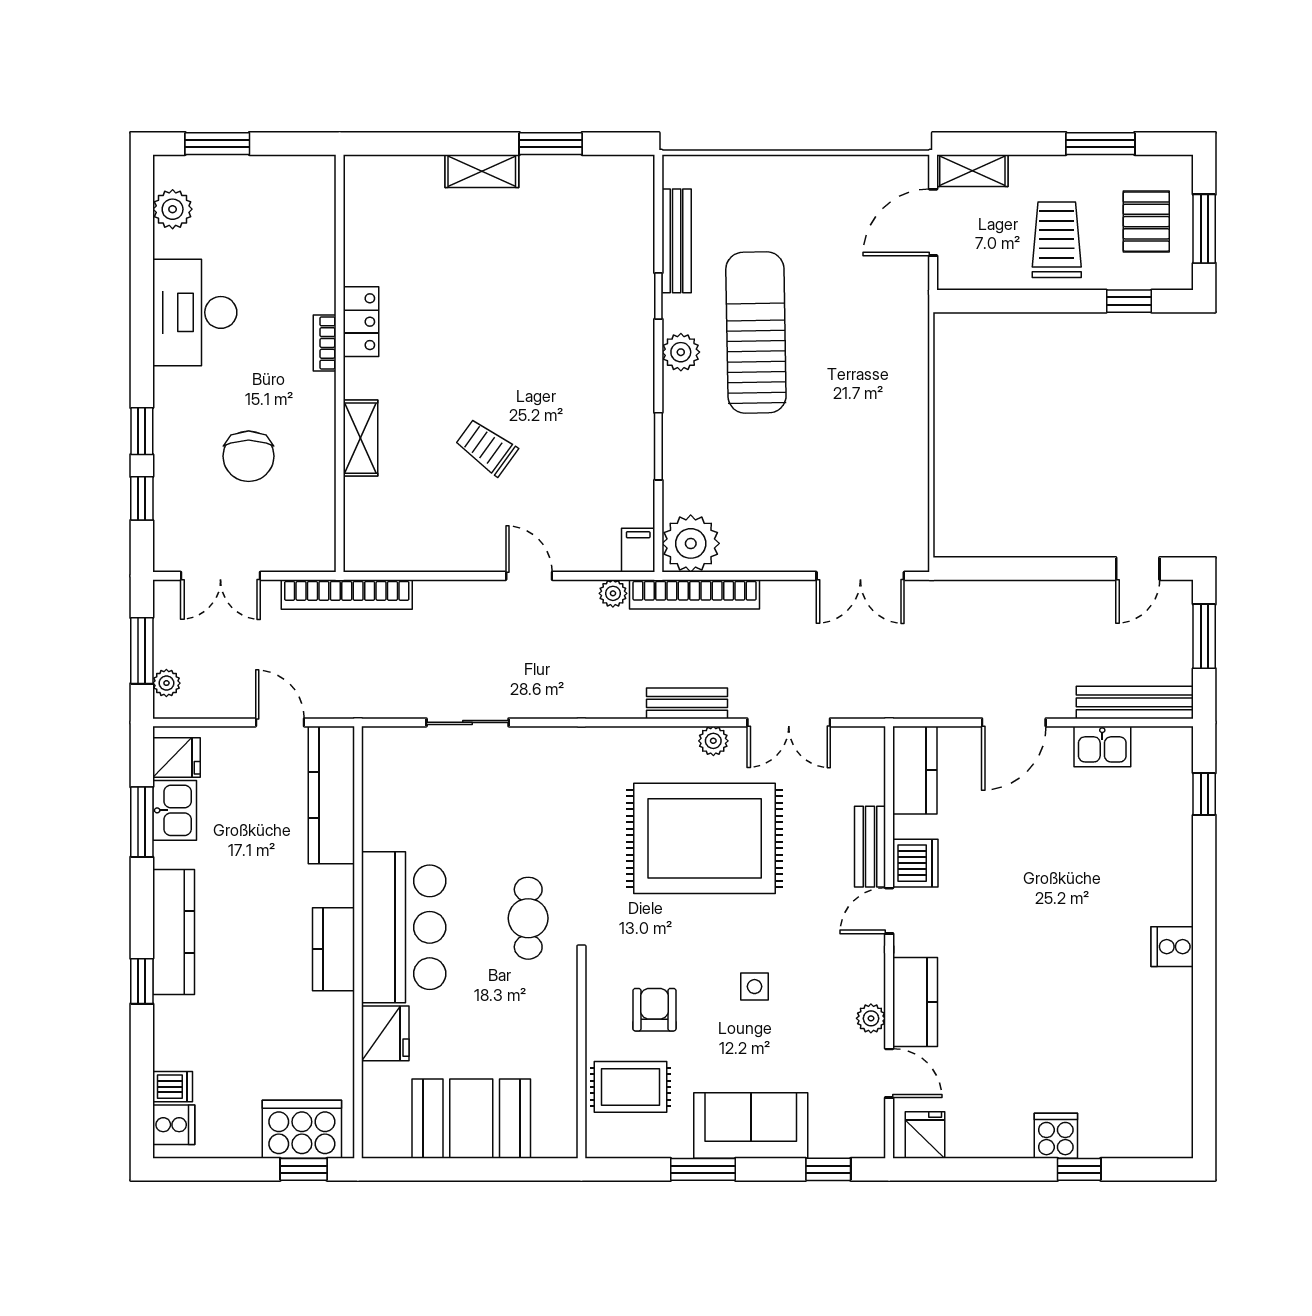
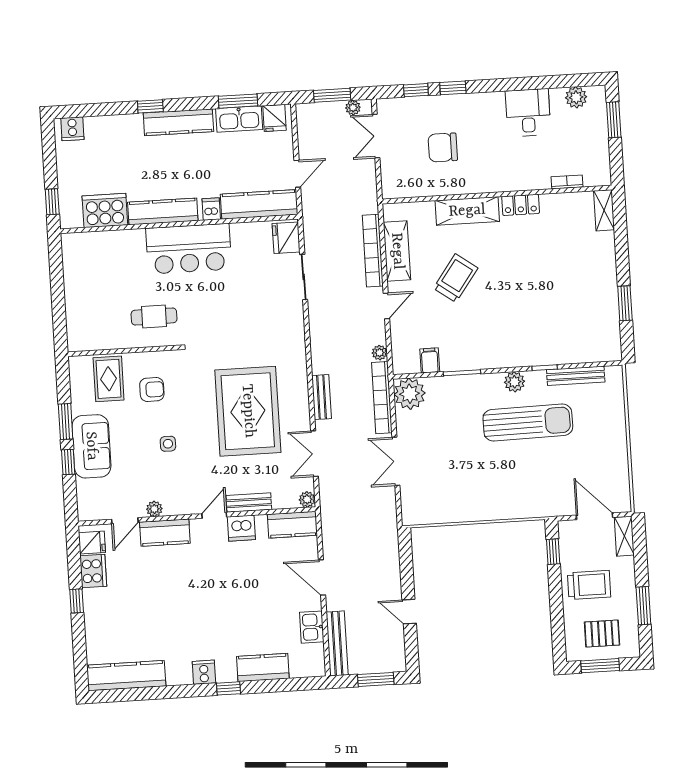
shelving: (482, 171) -> (604, 210), moved
window: (1129, 301) -> (553, 552), moved
desk: (195, 312) -> (528, 113), width x0.73
bookcase: (325, 343) -> (567, 182), moved
shelving: (360, 438) -> (467, 211), width x1.50, depth x1.33
trolley: (486, 447) -> (456, 278), width x1.36, depth x1.39
filing cabinet: (638, 550) -> (430, 360), moved, turned -90
shelving: (431, 551) -> (397, 251), added
door: (1138, 569) -> (409, 612), moved
double door: (860, 576) -> (396, 461), moved
bookcase: (347, 594) -> (373, 251), moved
plant: (166, 683) -> (353, 108), moved
plant: (713, 741) -> (307, 499), moved
window: (1204, 794) -> (229, 688), moved
kitchen sink: (175, 810) -> (239, 119), width x1.38
kitchen counter: (1170, 840) -> (263, 667), added
door: (889, 911) -> (214, 515), hinge flipped
cafe table: (528, 918) -> (154, 317), moved
kitchen counter: (333, 949) -> (163, 211), width x1.50
fridge: (385, 1033) -> (286, 238), moved, turned 90
dishwasher: (173, 1087) -> (211, 209), moved, turned 180
kitchen counter: (1170, 1088) -> (126, 676), added
booth: (471, 1119) -> (86, 292), removed
cooker: (302, 1129) -> (105, 210), moved, turned -90
cooker: (1056, 1136) -> (93, 571), moved, width x1.36
window: (828, 1169) -> (68, 462), moved
window: (1079, 1169) -> (77, 601), moved

